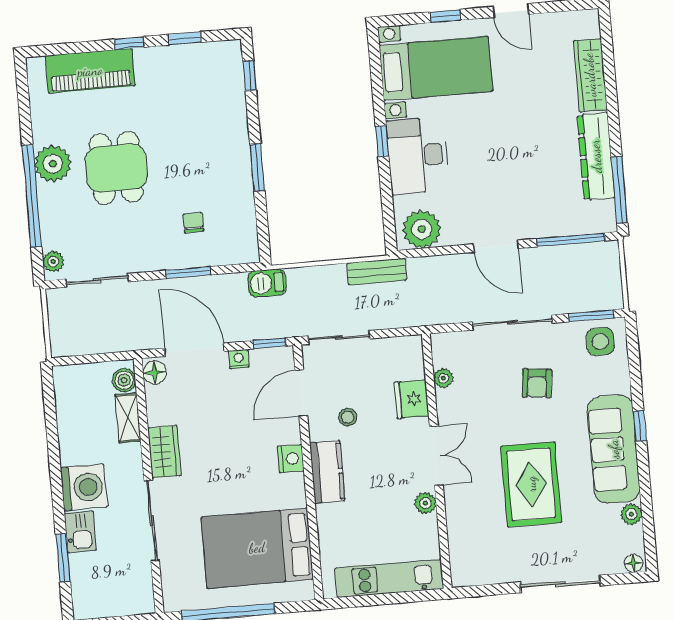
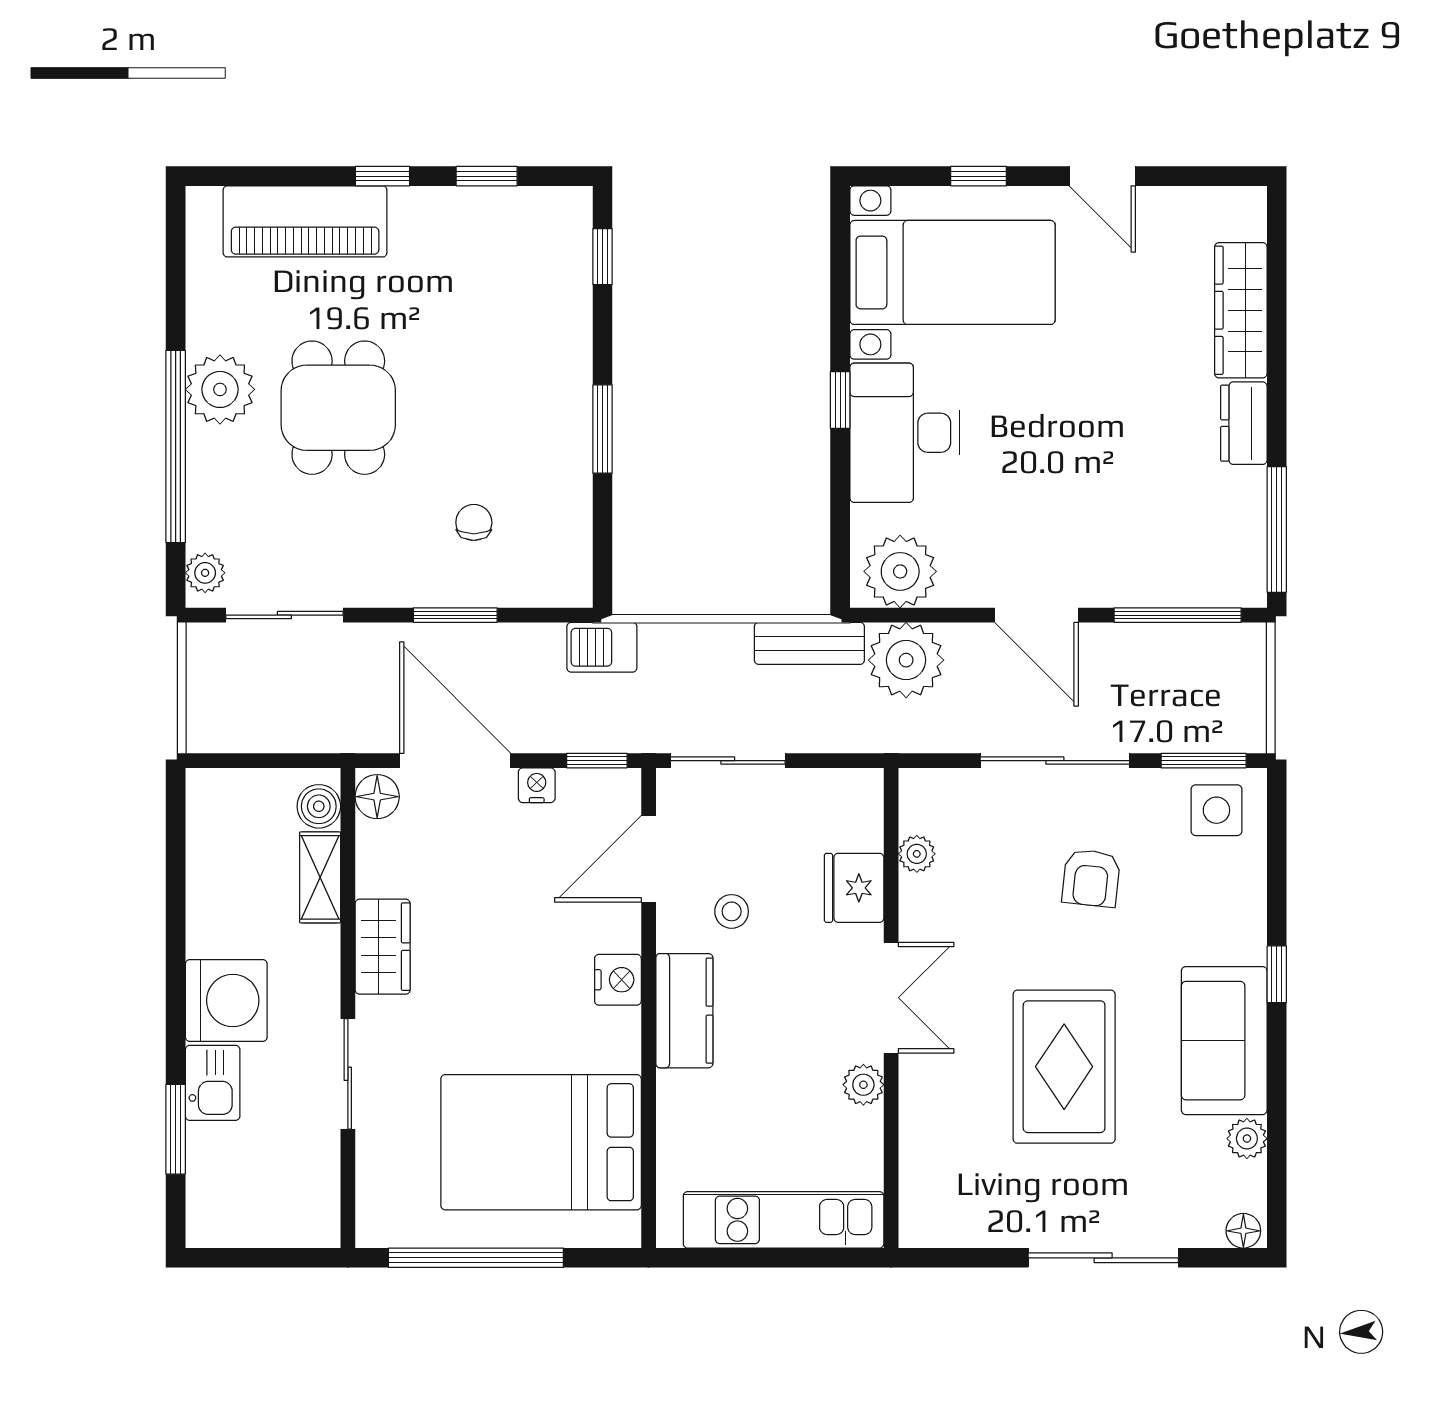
dresser: (596, 156) -> (1244, 423), width x0.51, depth x0.80
plant: (429, 276) -> (906, 660), added
sofa: (614, 449) -> (1224, 1041), width x0.73
sliding door: (152, 521) -> (348, 1074), width x0.73

